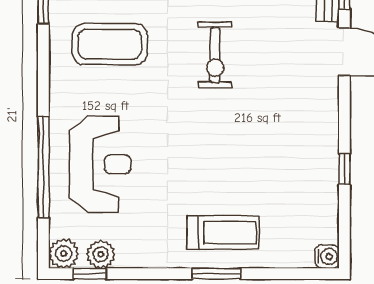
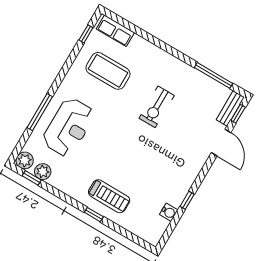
window: (43, 167) -> (40, 112), width x0.68
water cooler: (327, 256) -> (169, 212), moved
window: (216, 274) -> (94, 215), width x0.67

